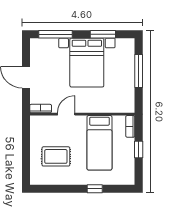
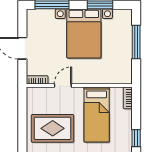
window: (139, 150) -> (136, 138), moved
rug: (56, 156) -> (53, 128), width x1.36, depth x1.43

